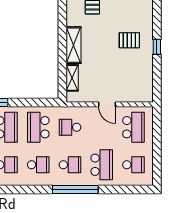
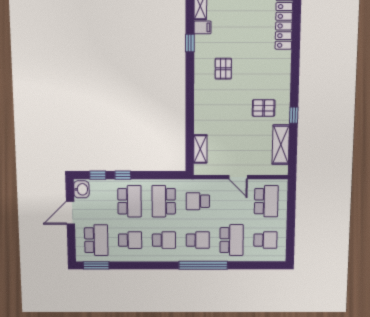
shelving: (73, 45) -> (281, 145), moved

